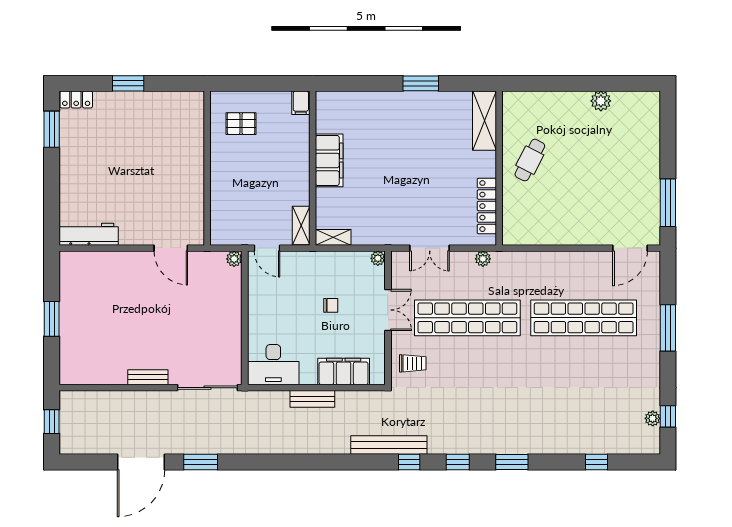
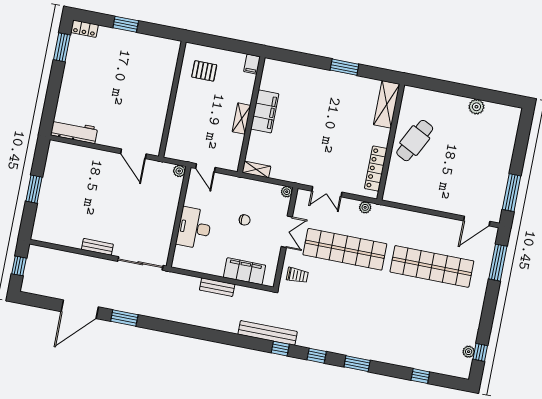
cafe table: (530, 160) -> (415, 141), width x1.37, depth x1.35
shelving: (301, 226) -> (241, 119), moved
window: (668, 328) -> (498, 263), moved
desk: (273, 365) -> (194, 228), moved, turned 90

